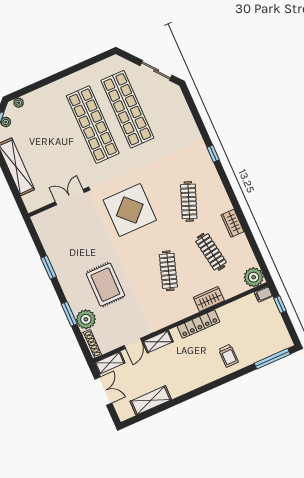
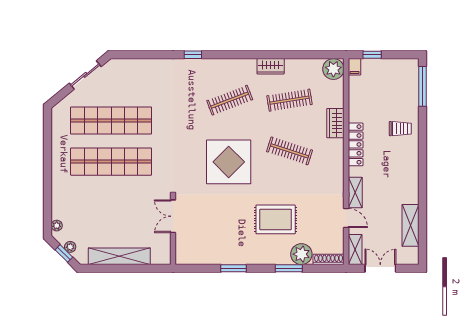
clothes rail: (189, 201) -> (230, 100), turned -42
display table: (130, 210) -> (229, 162), moved

